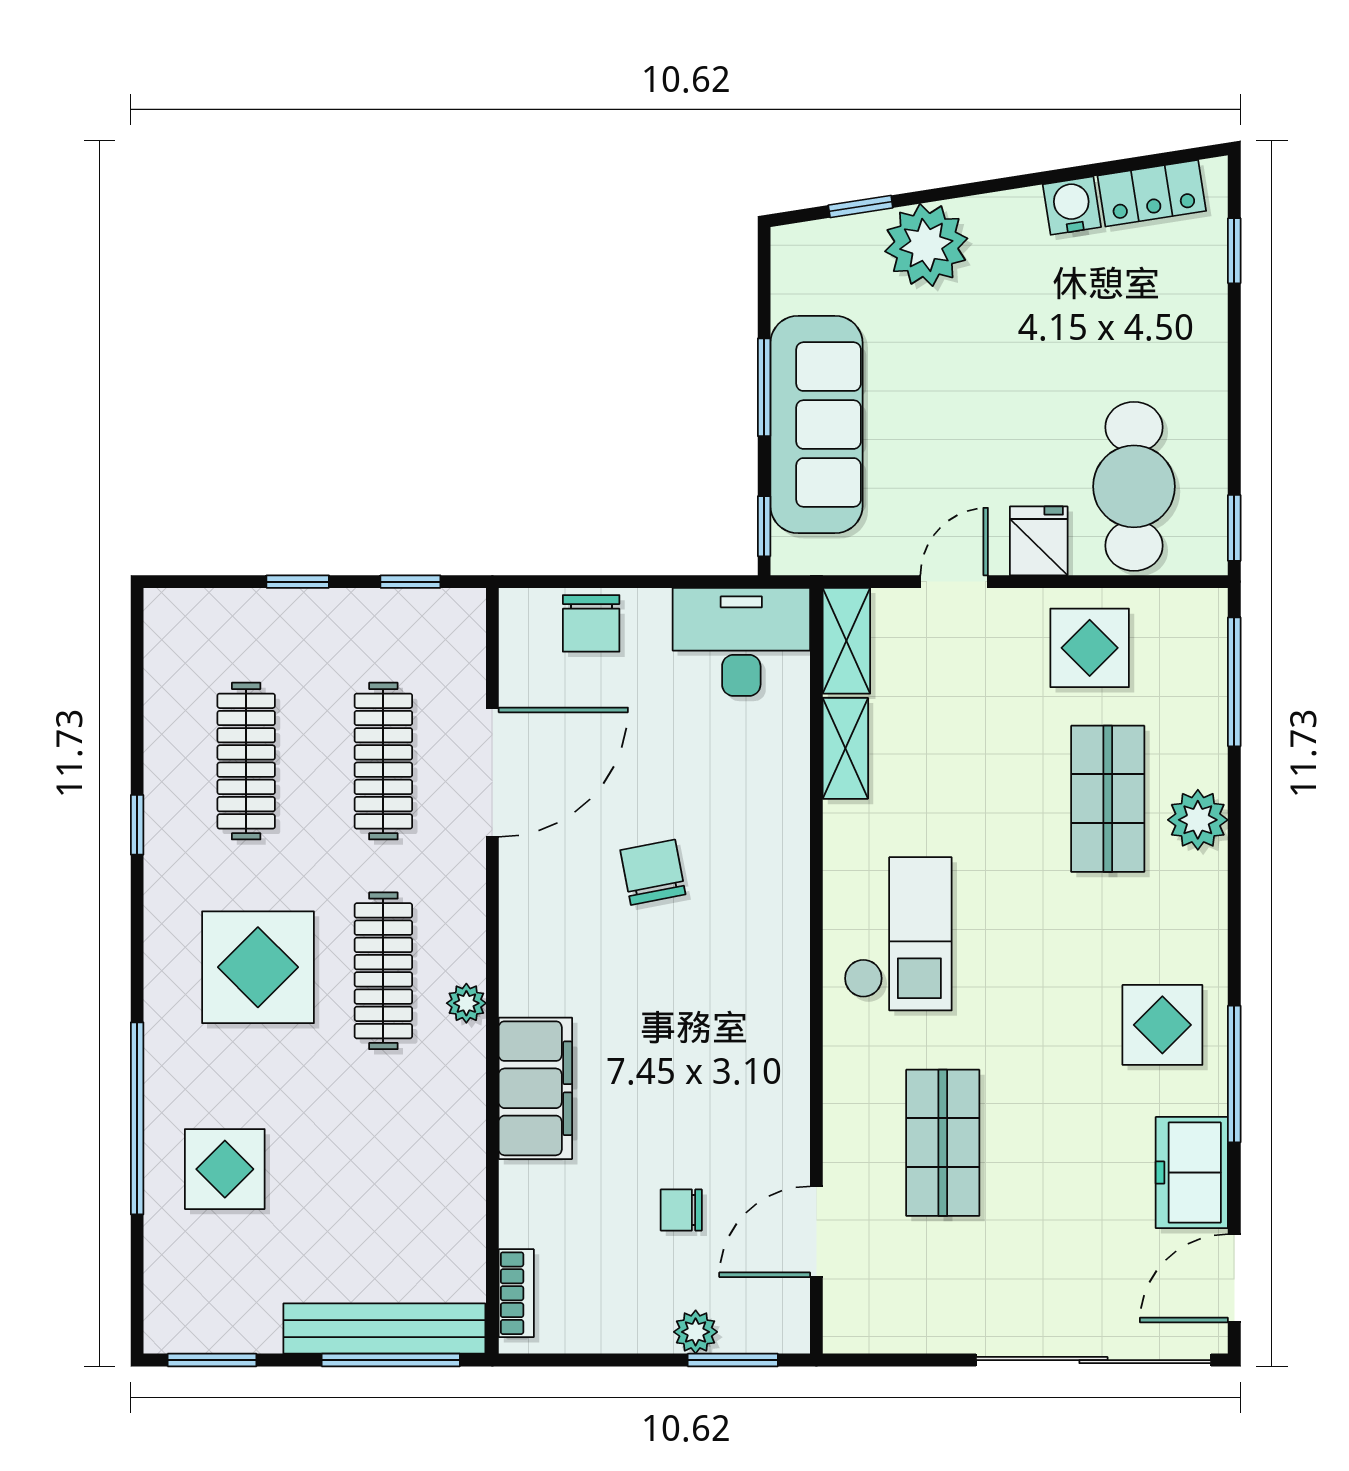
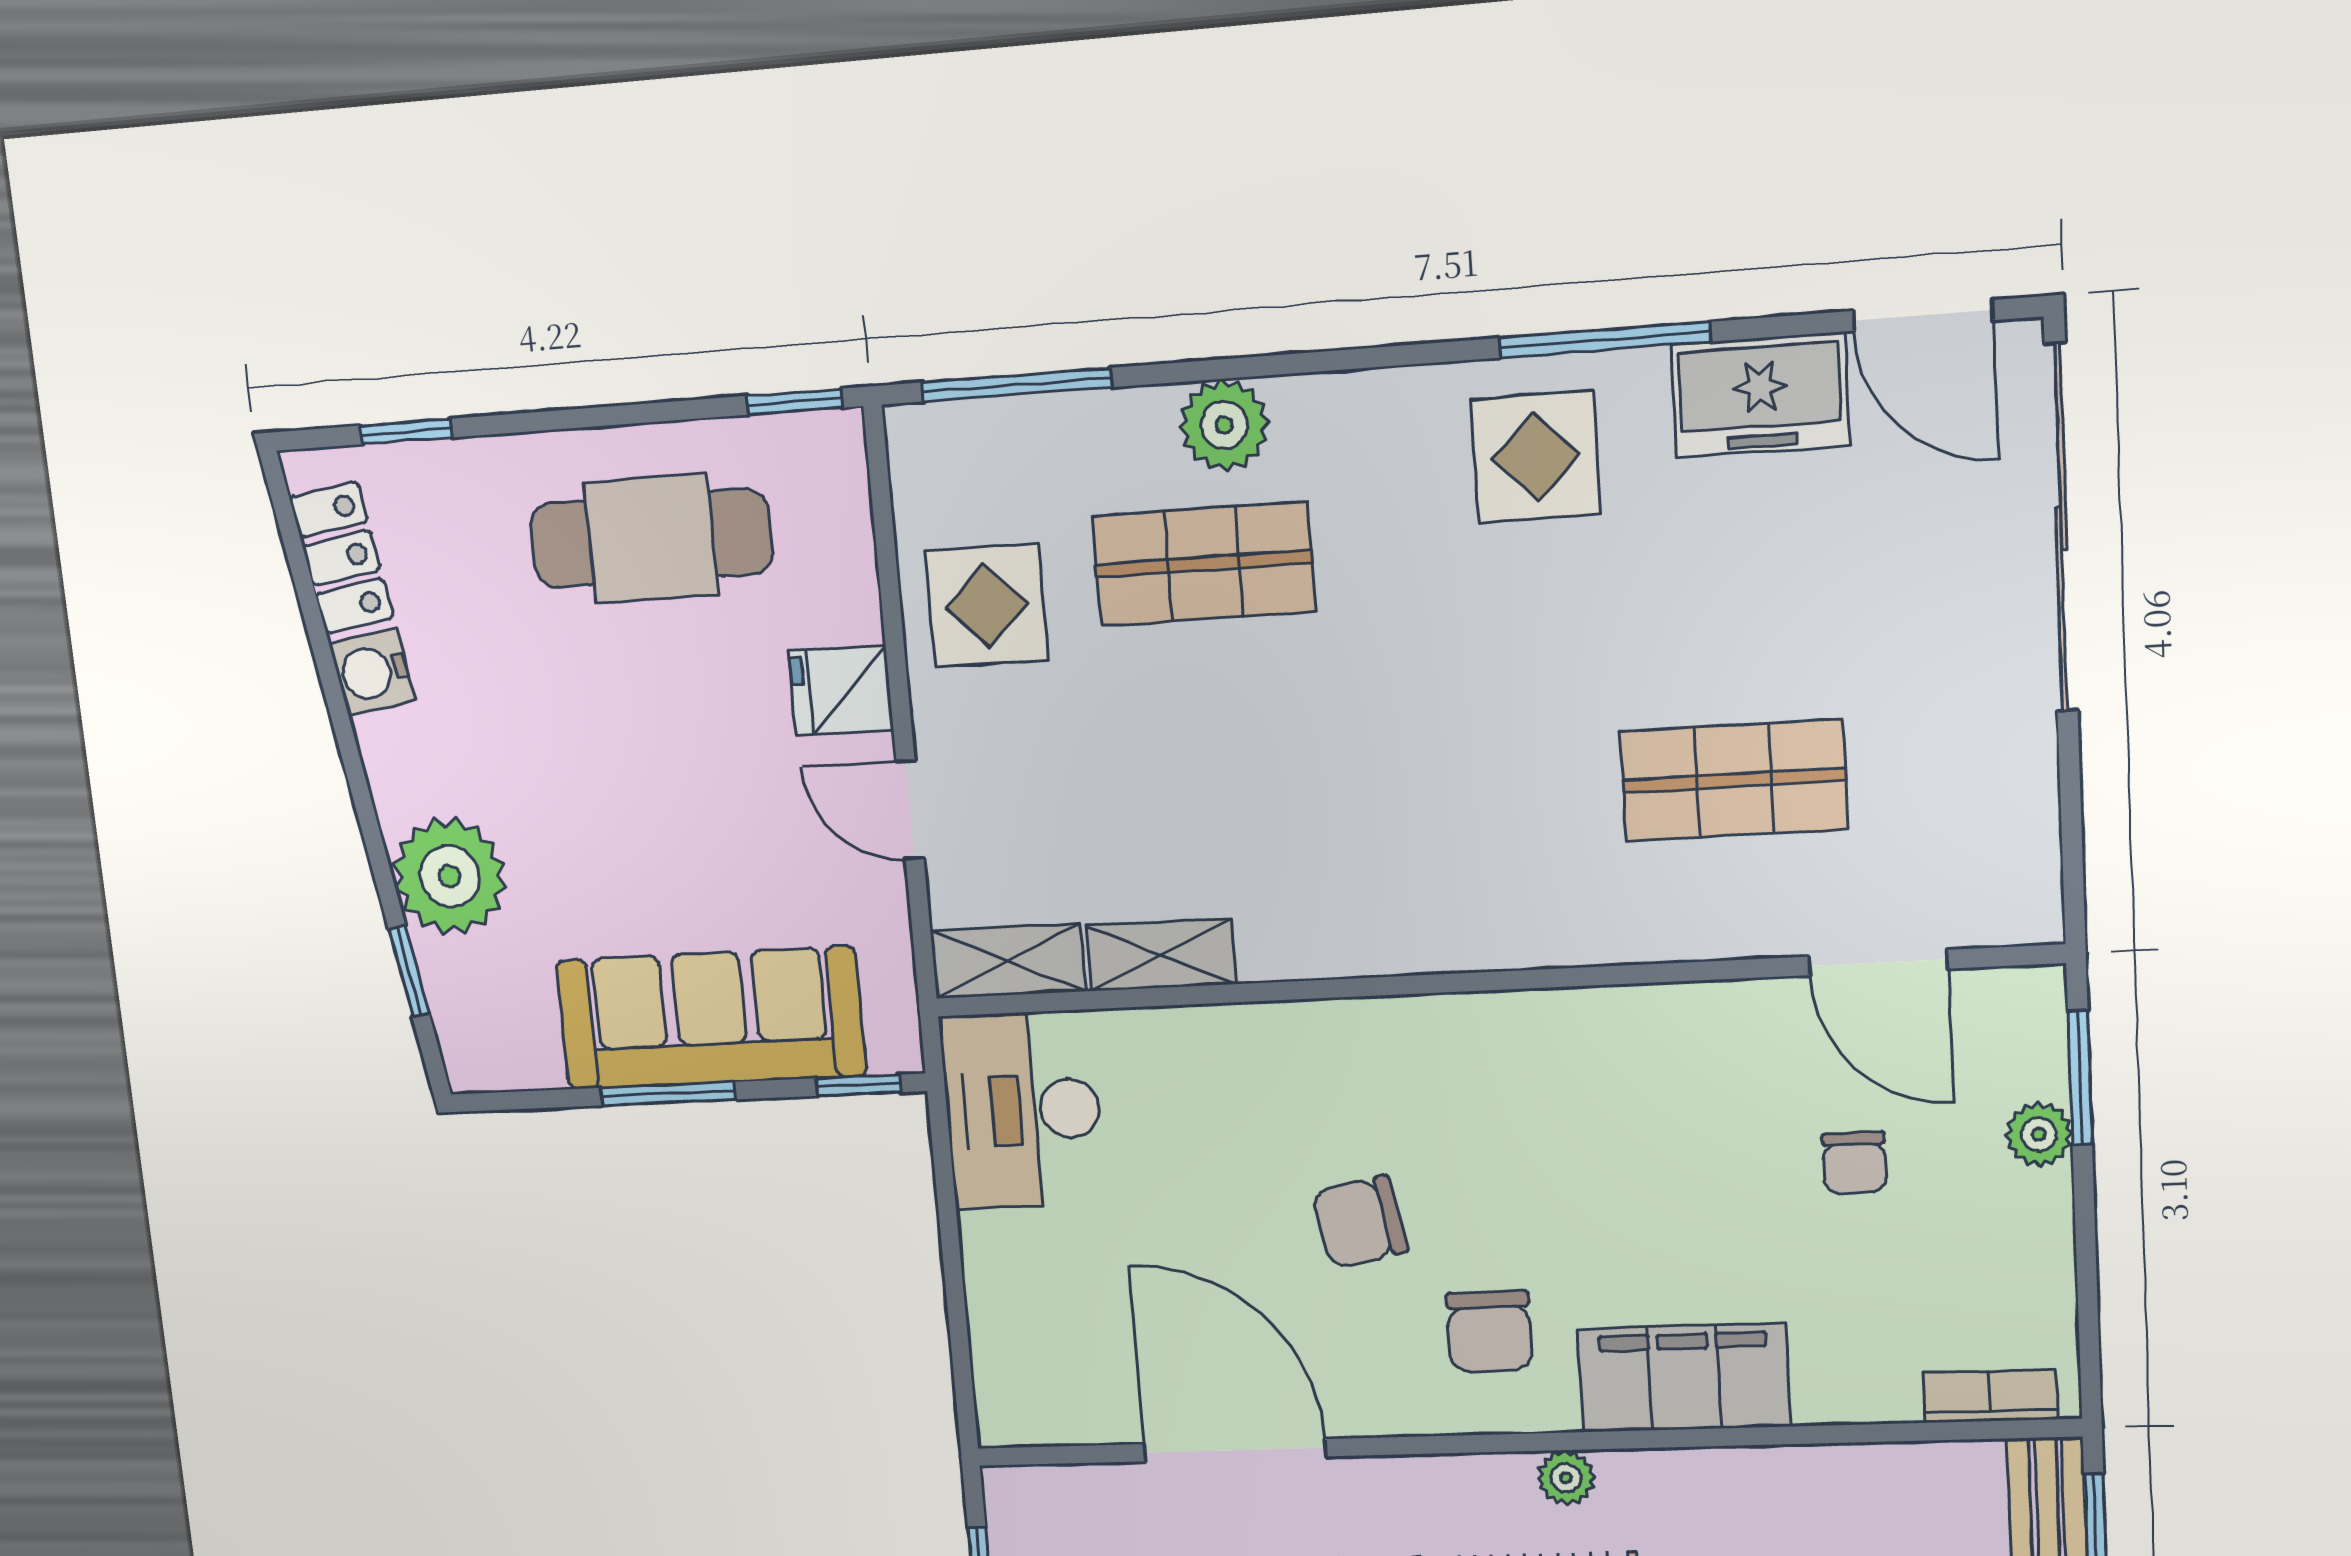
cafe table: (1134, 486) -> (651, 538), moved
chair: (591, 623) -> (1490, 1331), moved, turned 90
checkout: (898, 934) -> (1425, 864), removed

